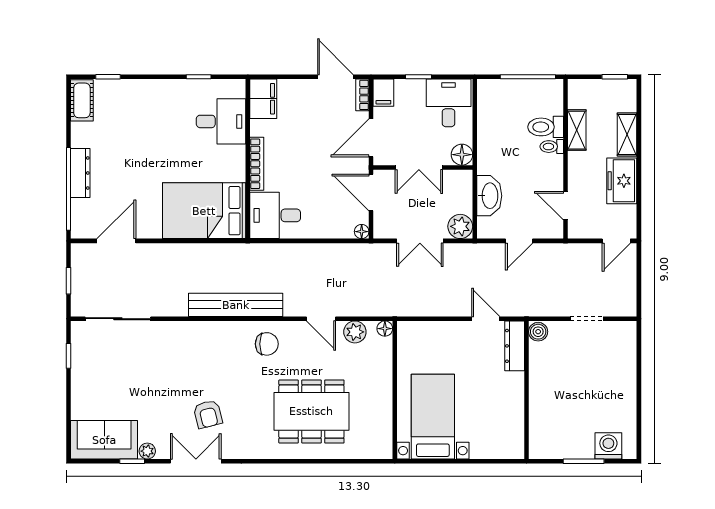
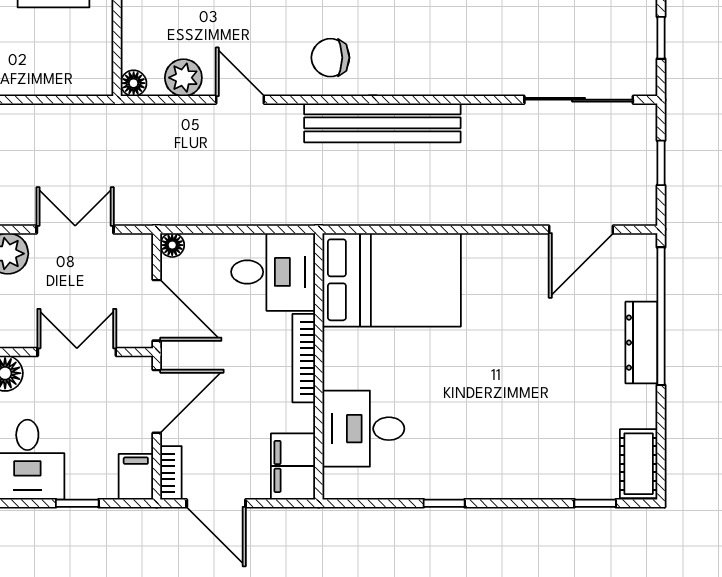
filing cabinet: (263, 99) -> (293, 466), moved
desk: (221, 121) -> (363, 429), moved
wall: (248, 159) -> (319, 366), moved
bookcase: (257, 164) -> (304, 358), moved
bed: (204, 211) -> (392, 280), moved
desk: (275, 215) -> (273, 272), moved

